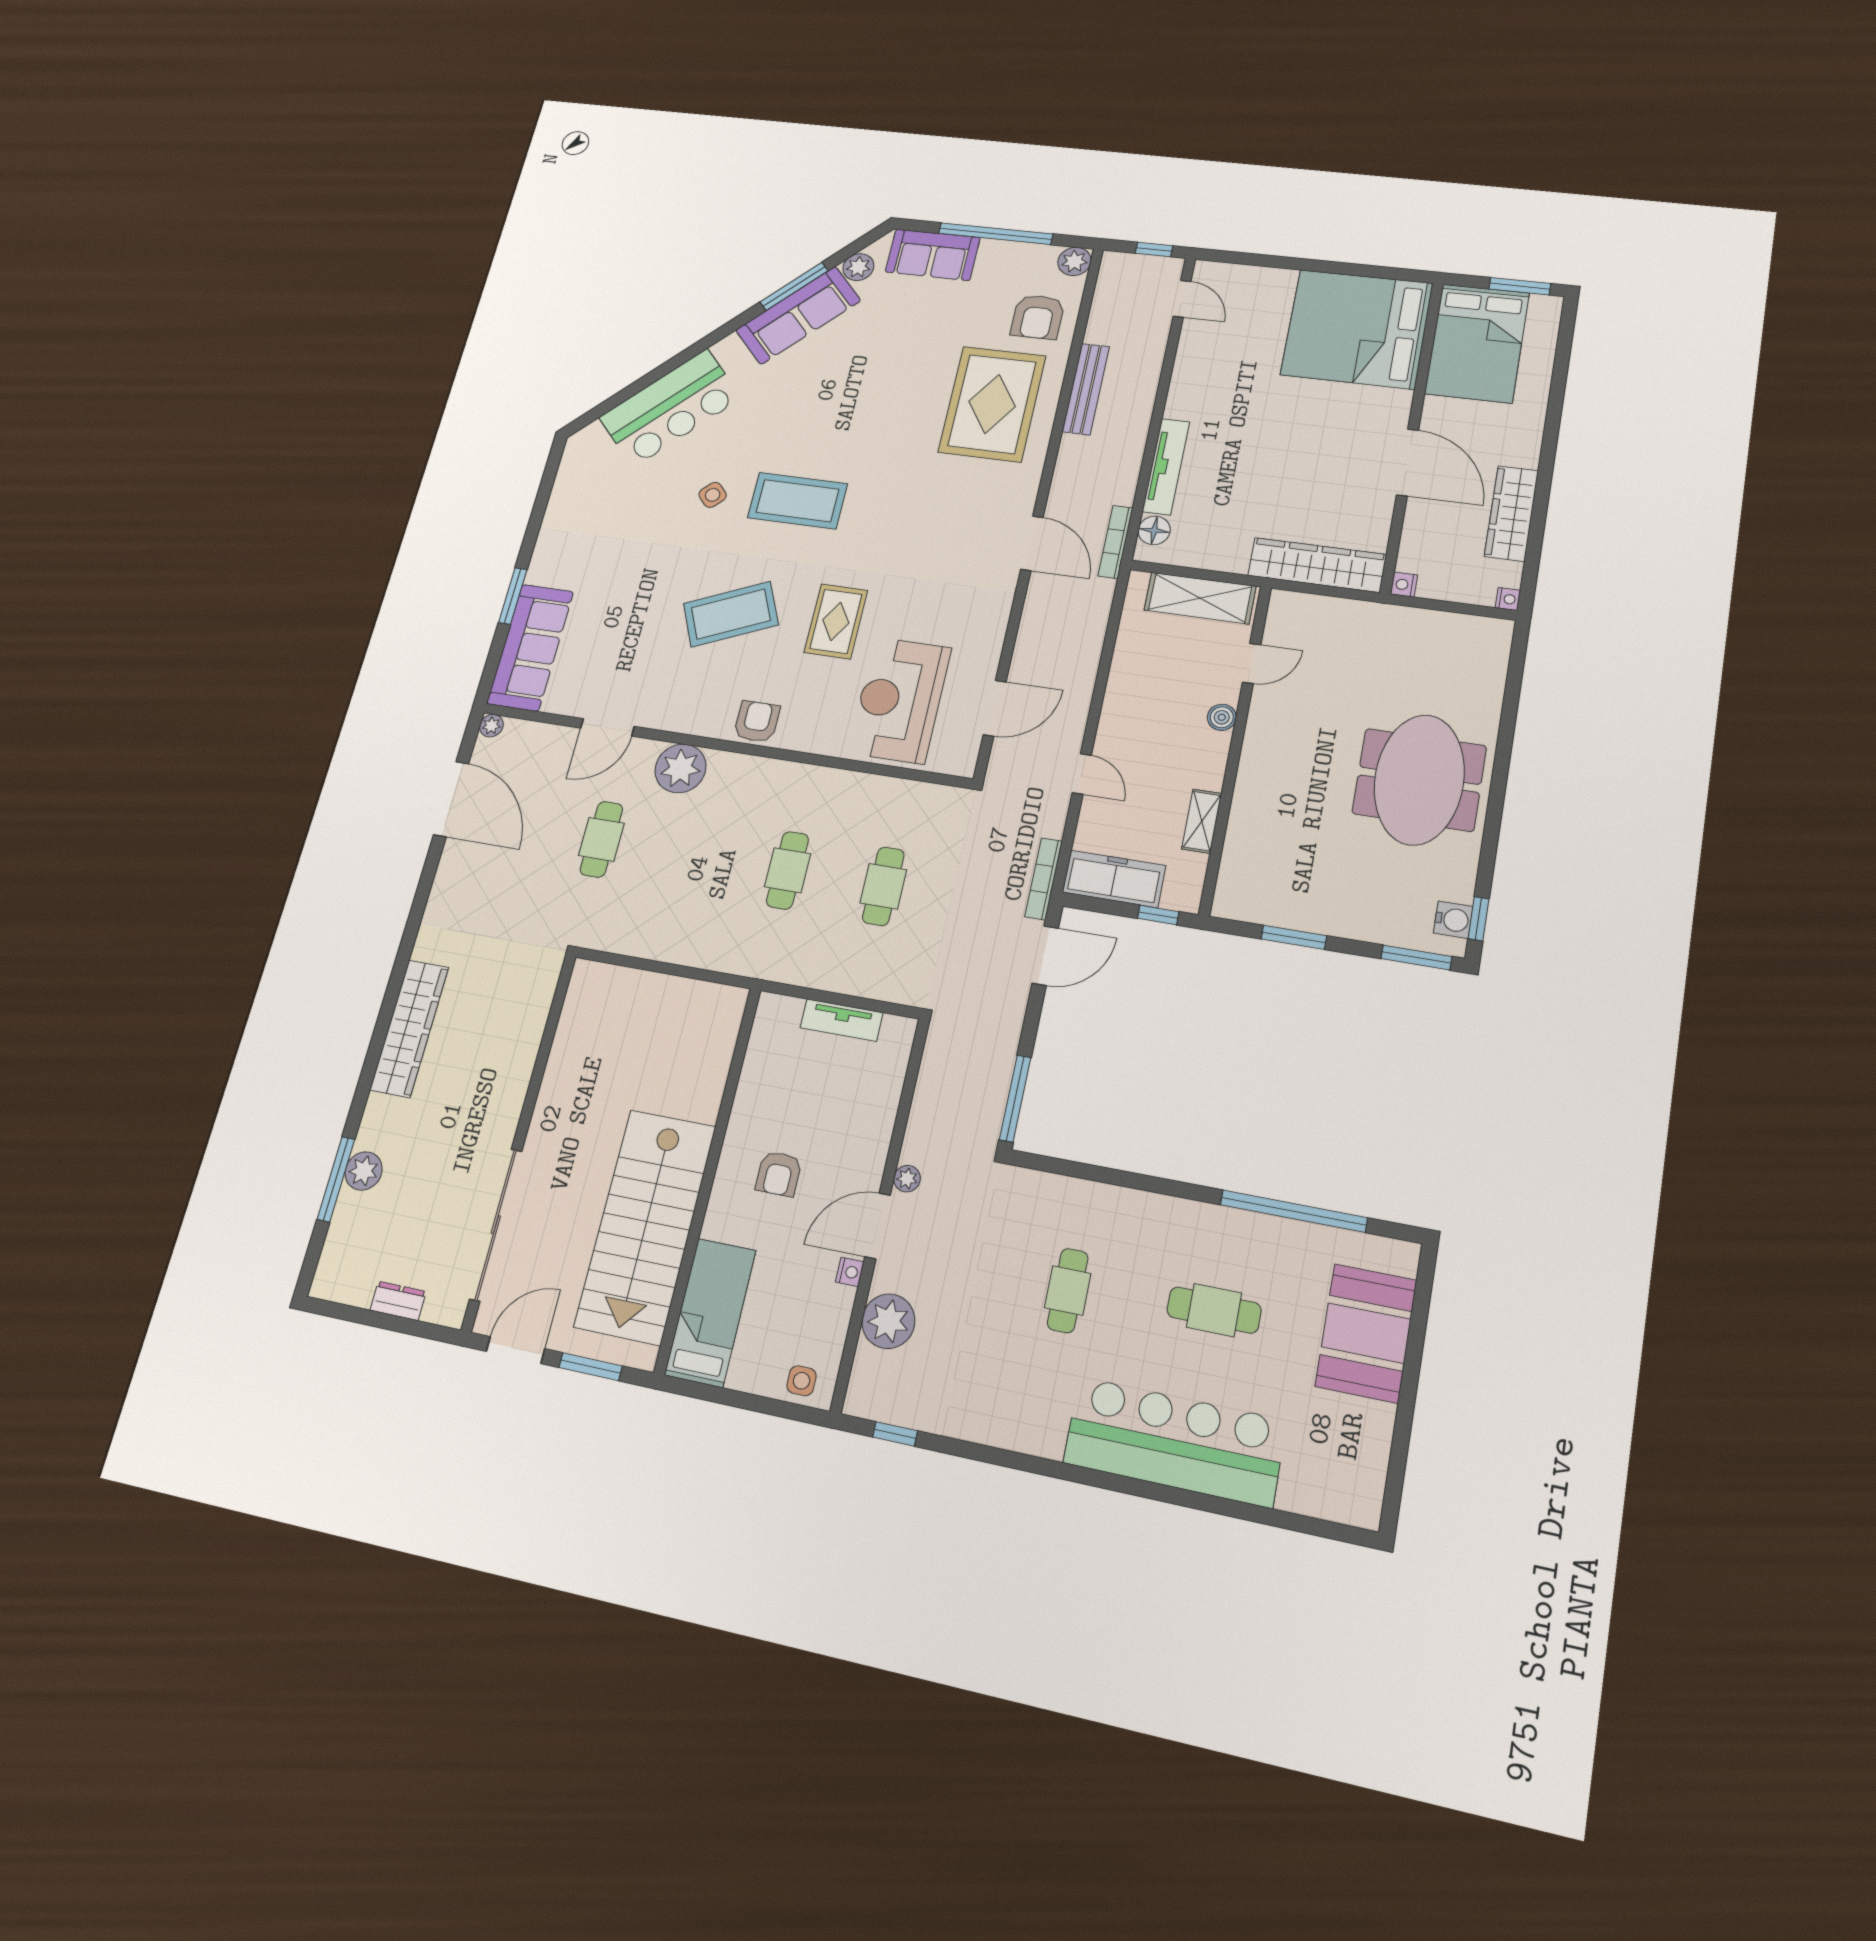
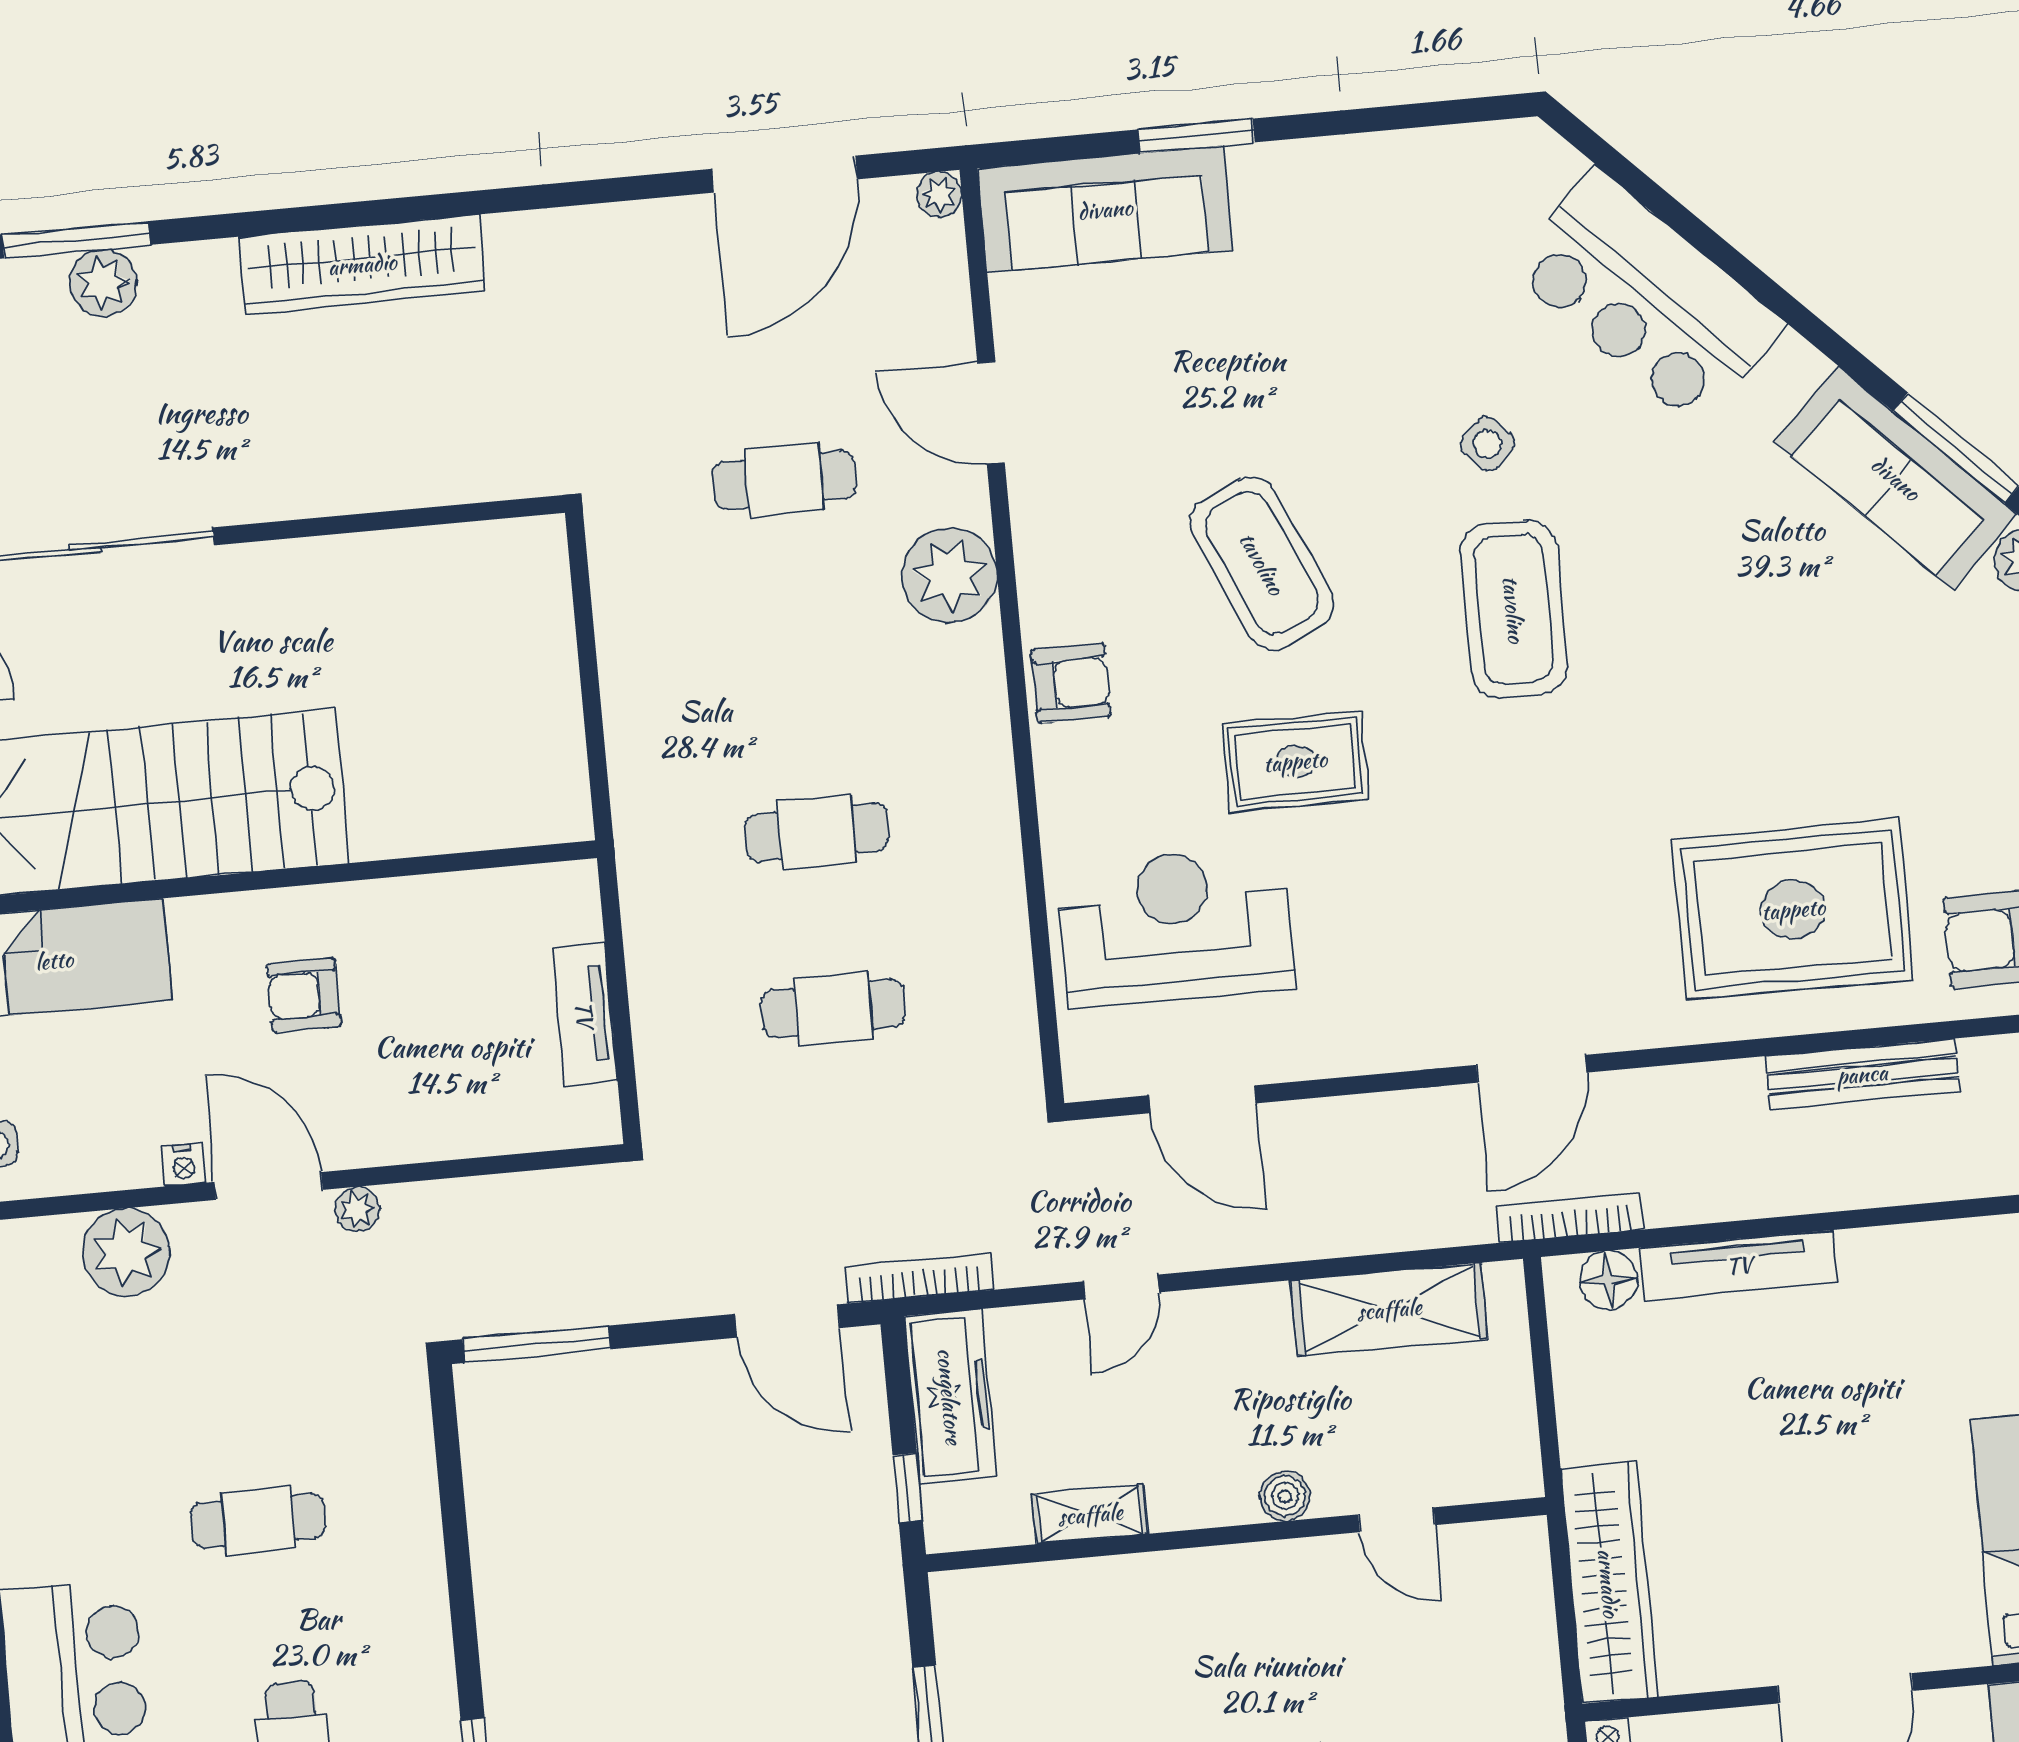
shelving: (1200, 598) -> (1389, 1309), moved, turned 90

